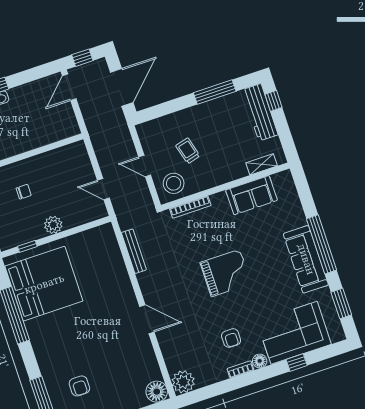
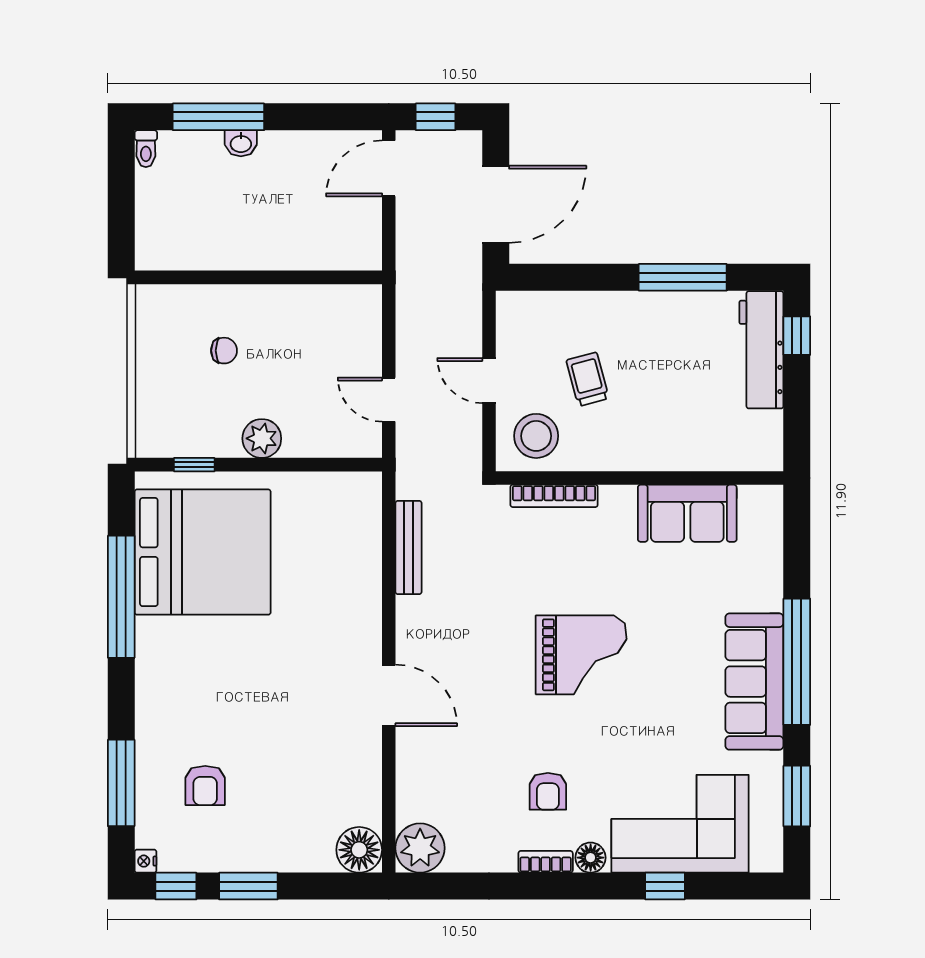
shelving: (262, 164) -> (729, 457), removed

